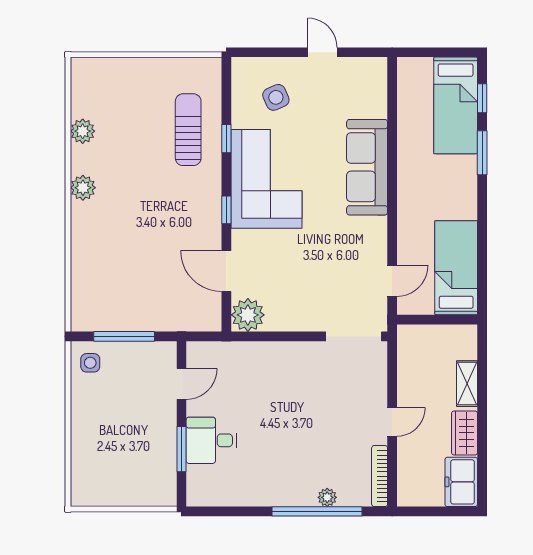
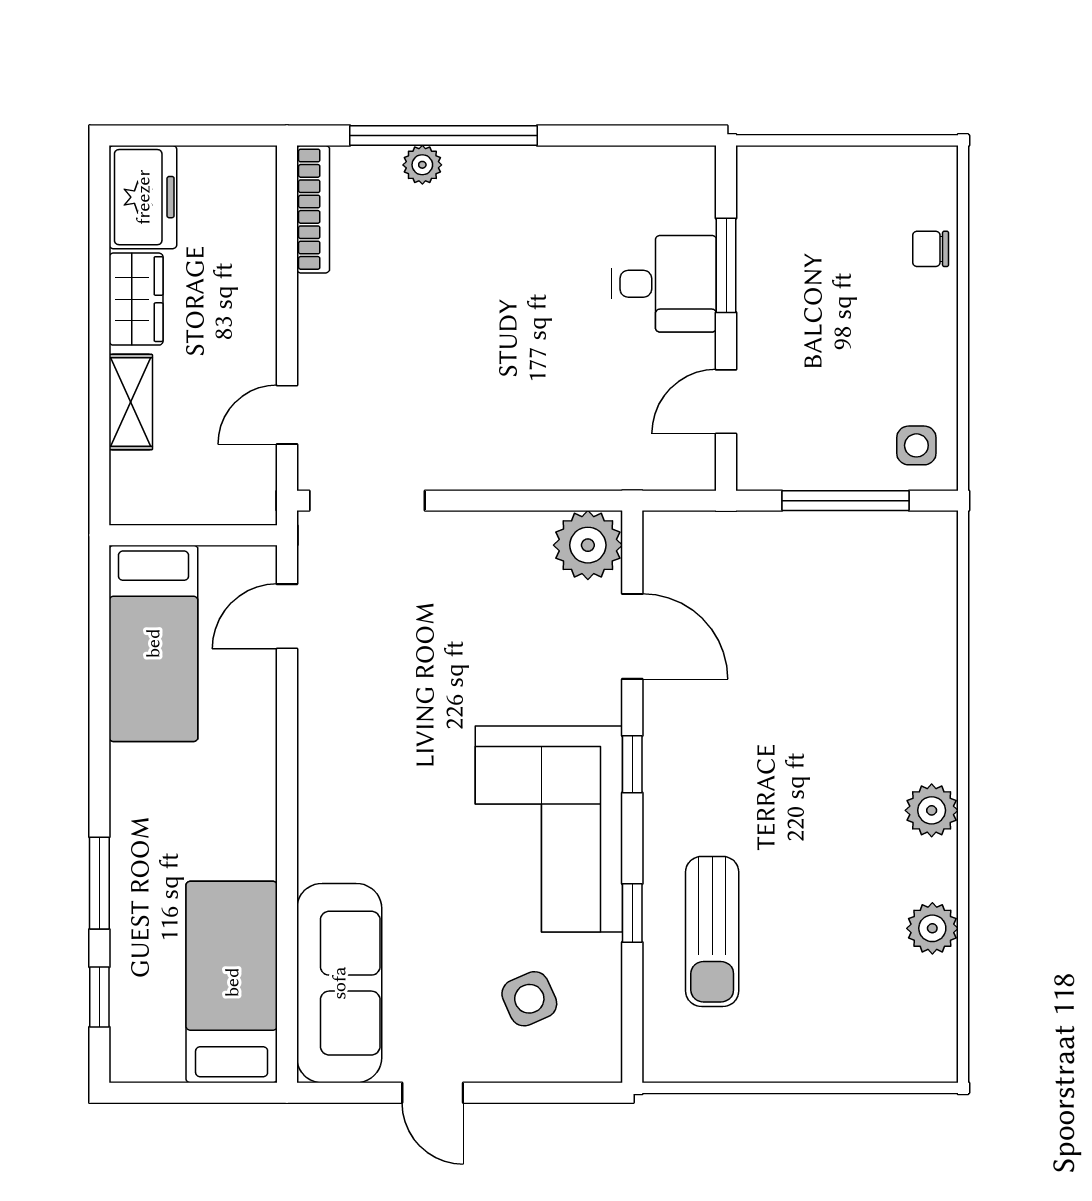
bed: (456, 105) -> (232, 982), moved
sofa: (367, 167) -> (339, 983), moved
door: (392, 422) -> (287, 415), moved
chair: (83, 457) -> (931, 249), added

